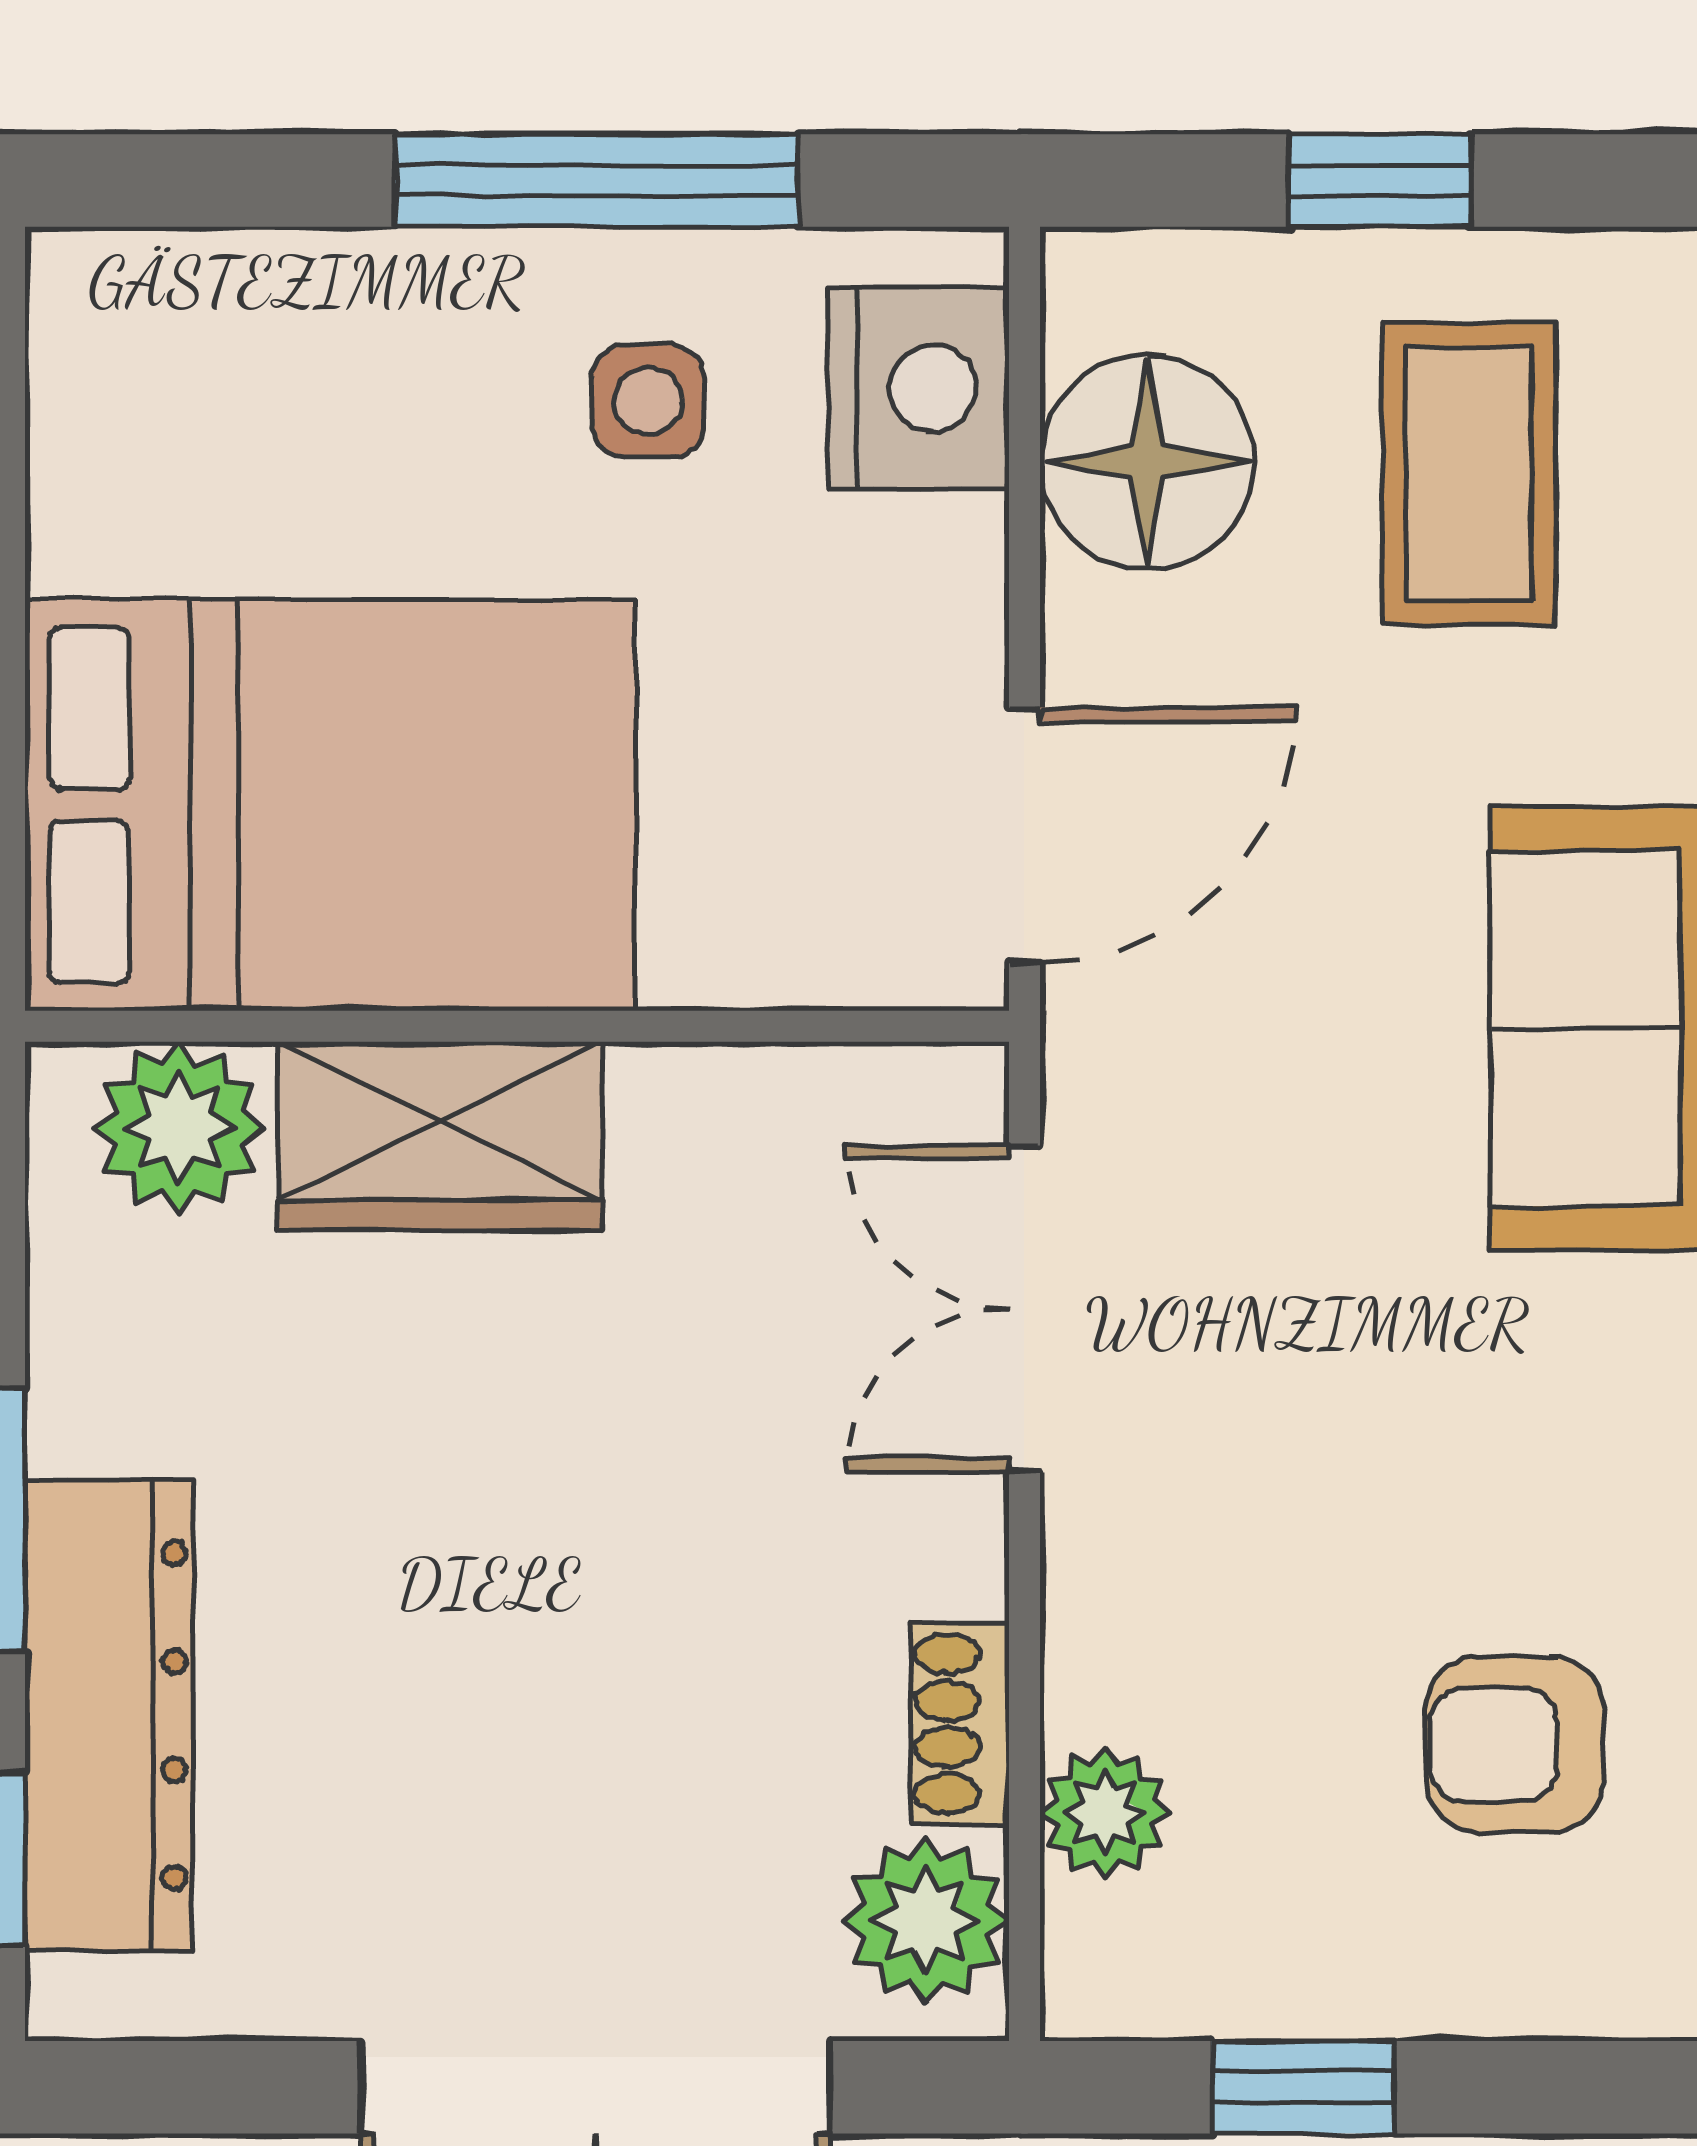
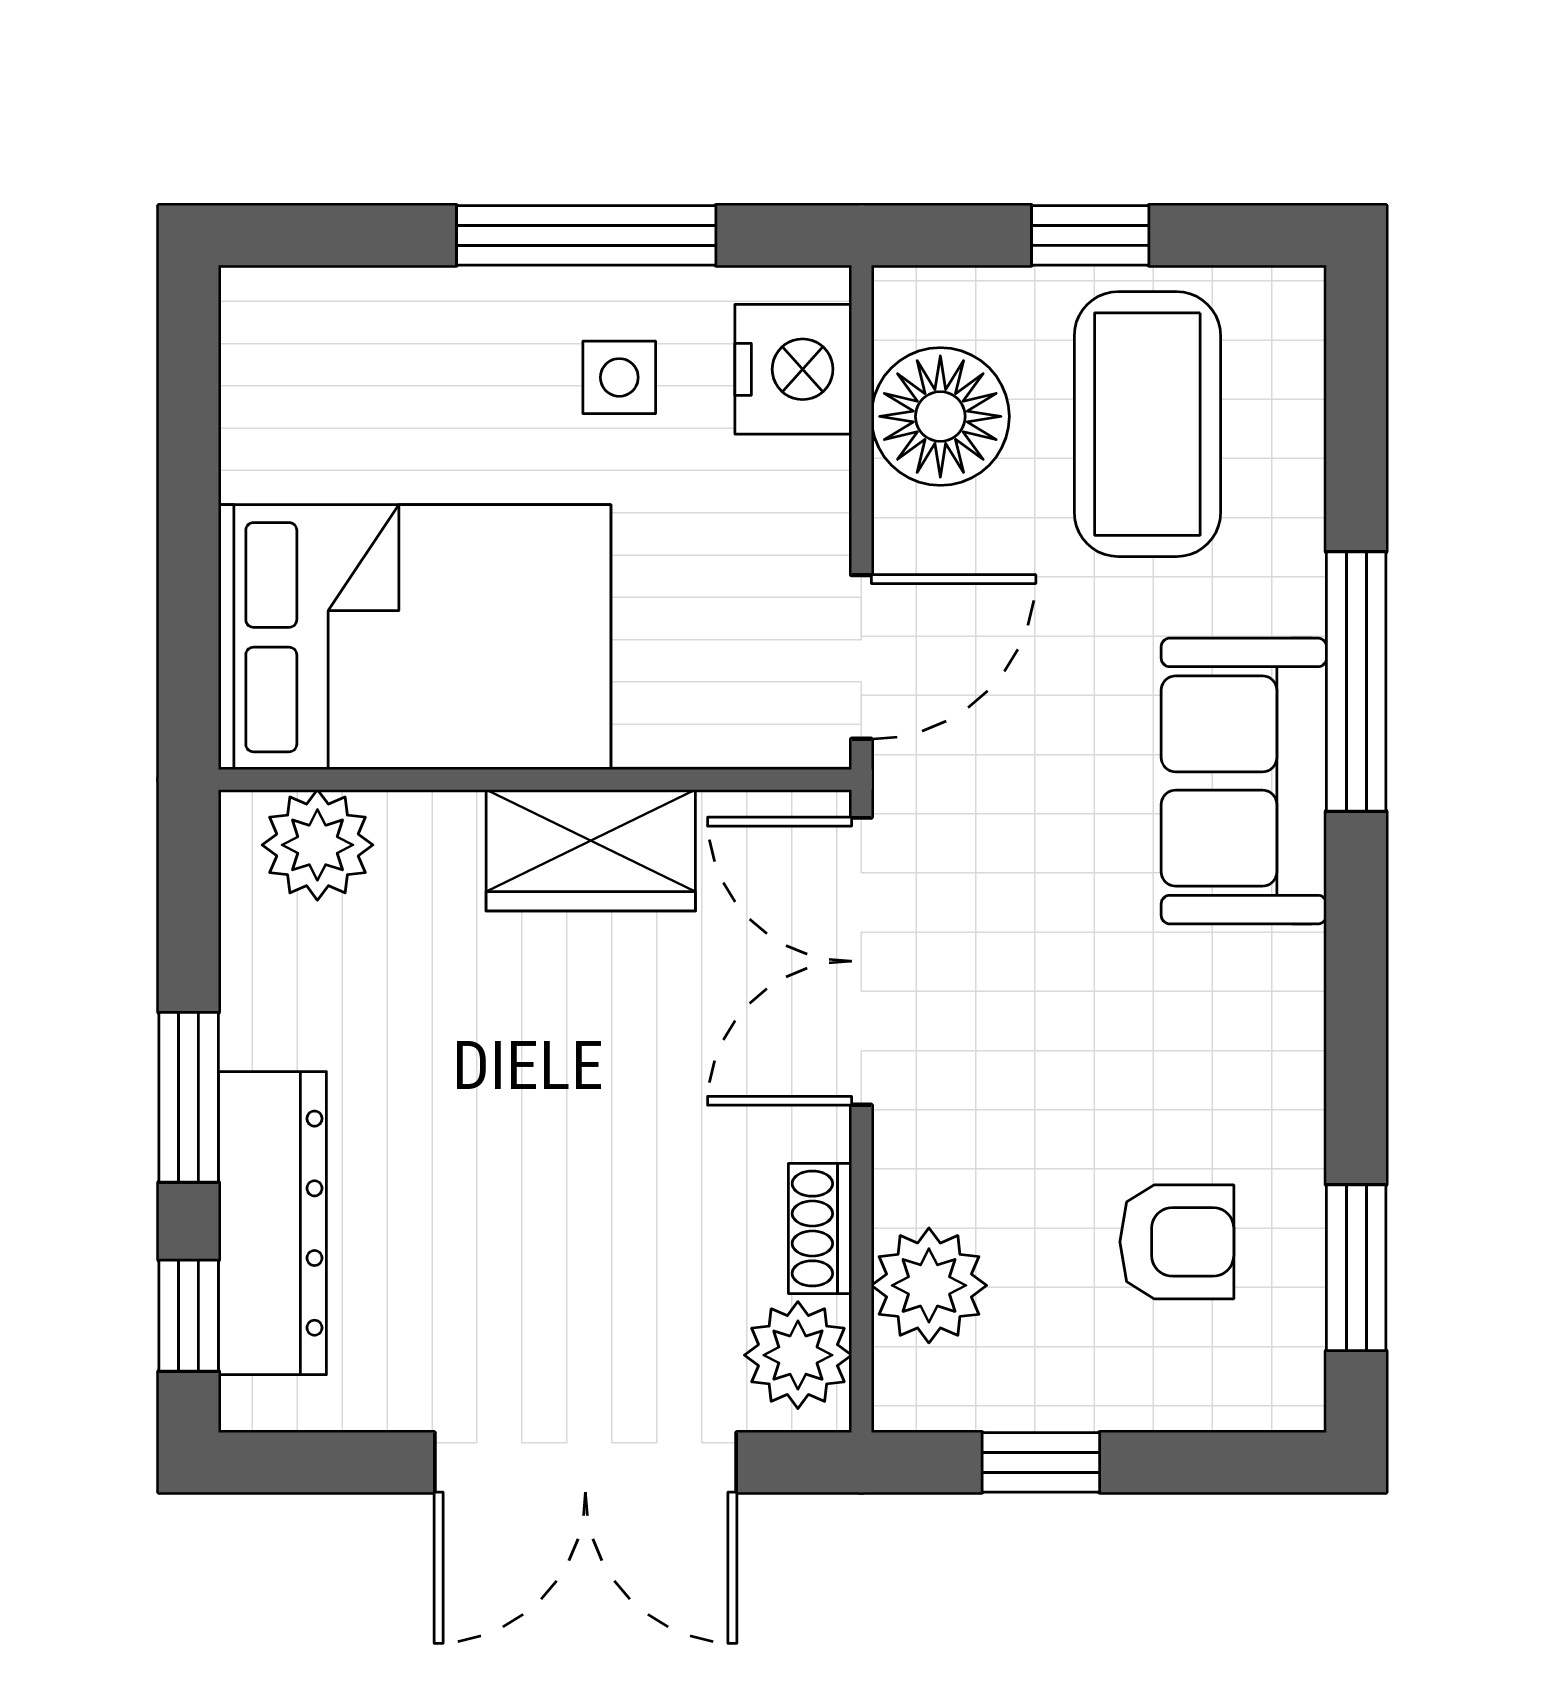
coffee table: (1469, 474) -> (1147, 424), width x1.36, depth x1.32
wardrobe: (440, 1136) -> (591, 850), moved
double door: (1024, 1308) -> (861, 961), width x1.37
armchair: (1515, 1745) -> (1177, 1242), turned 180
plant: (1105, 1812) -> (929, 1285), width x1.38, depth x1.38

